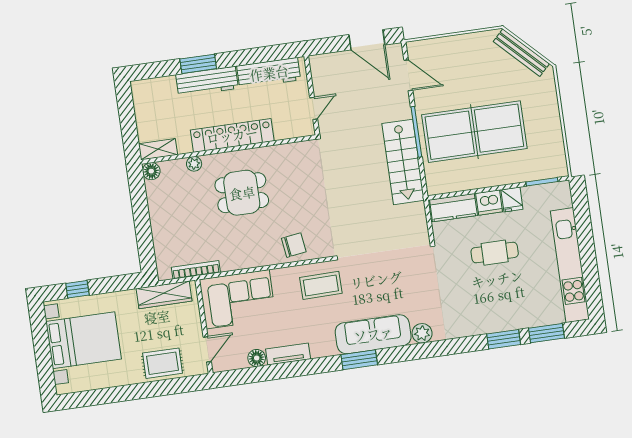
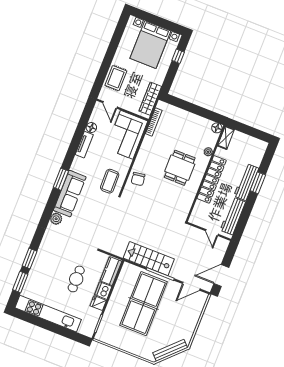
door: (314, 108) -> (212, 233), moved

